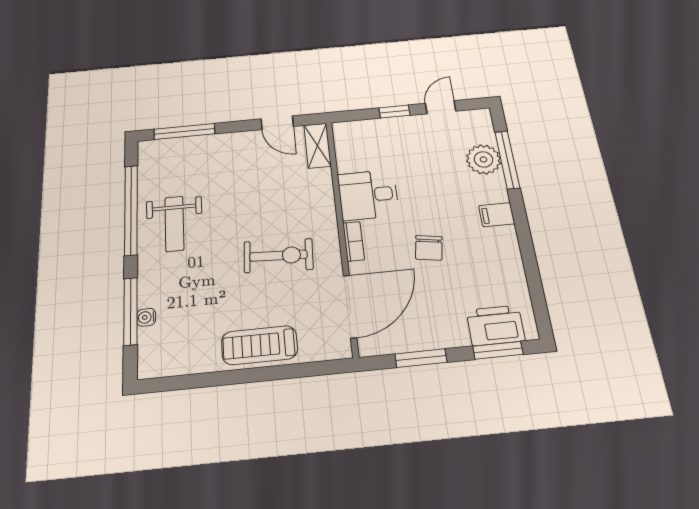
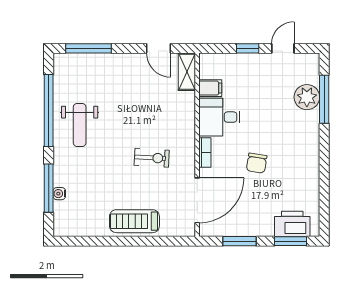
filing cabinet: (497, 215) -> (210, 88), moved, turned 180
exercise bike: (278, 256) -> (152, 158), width x0.73, depth x0.72

